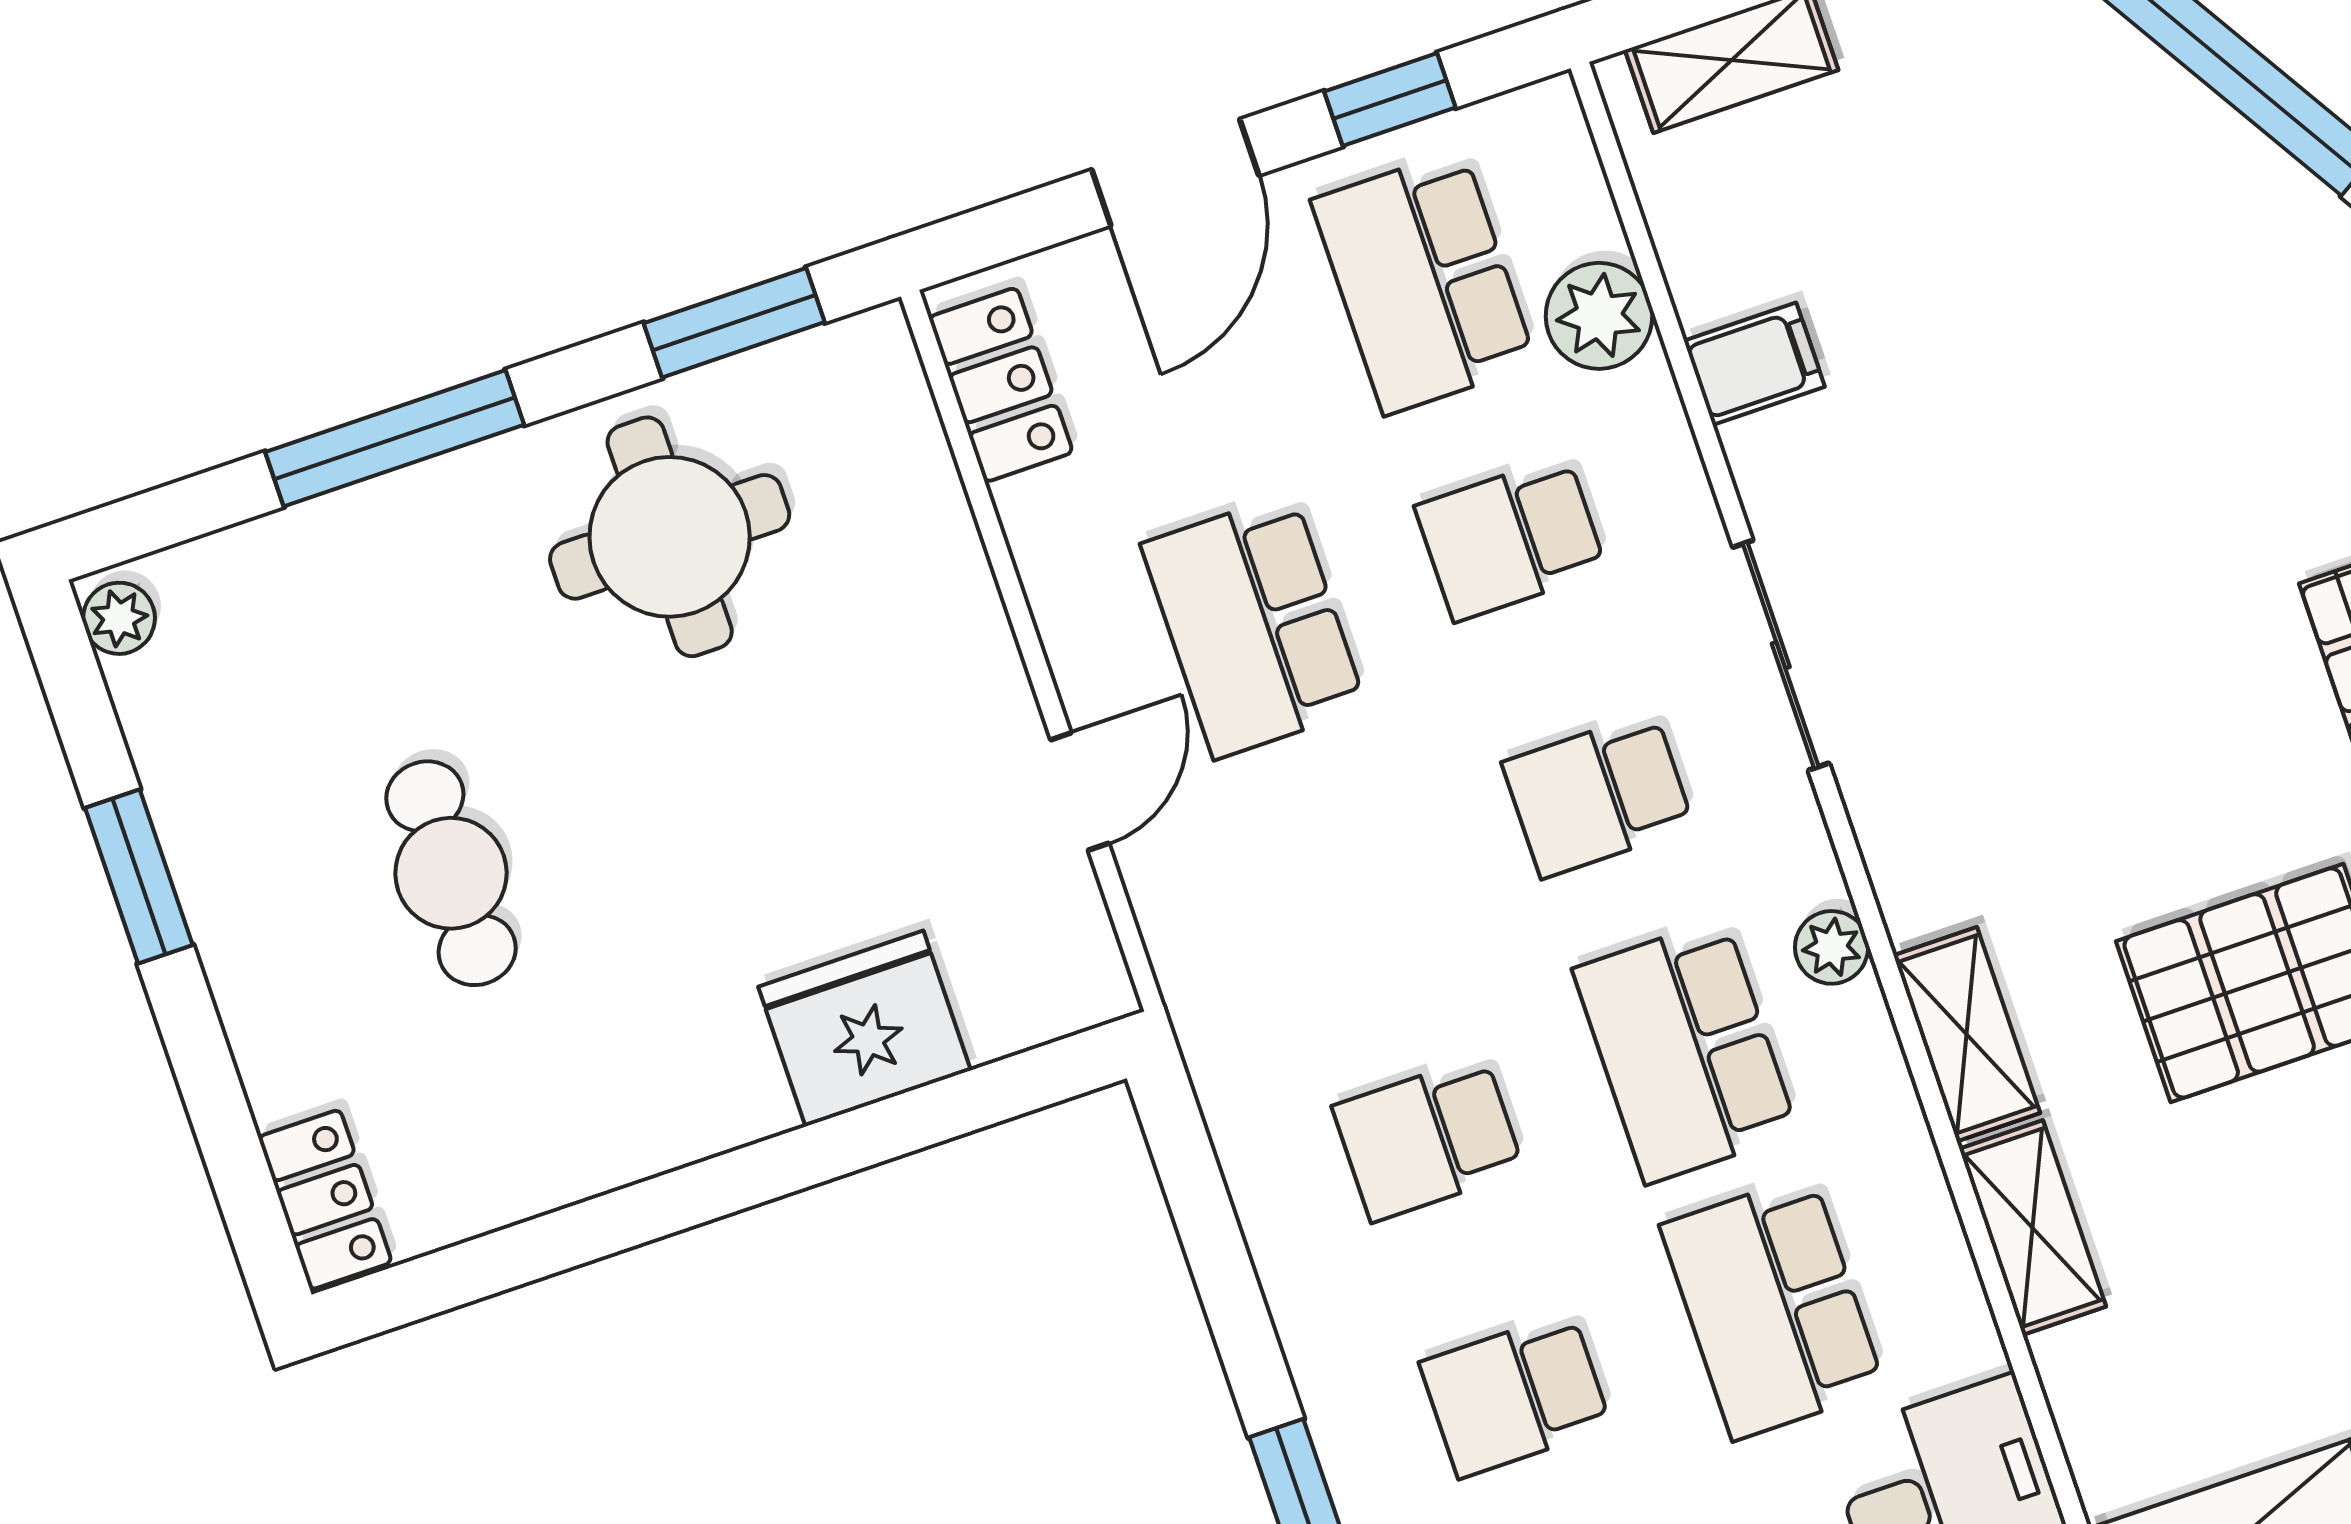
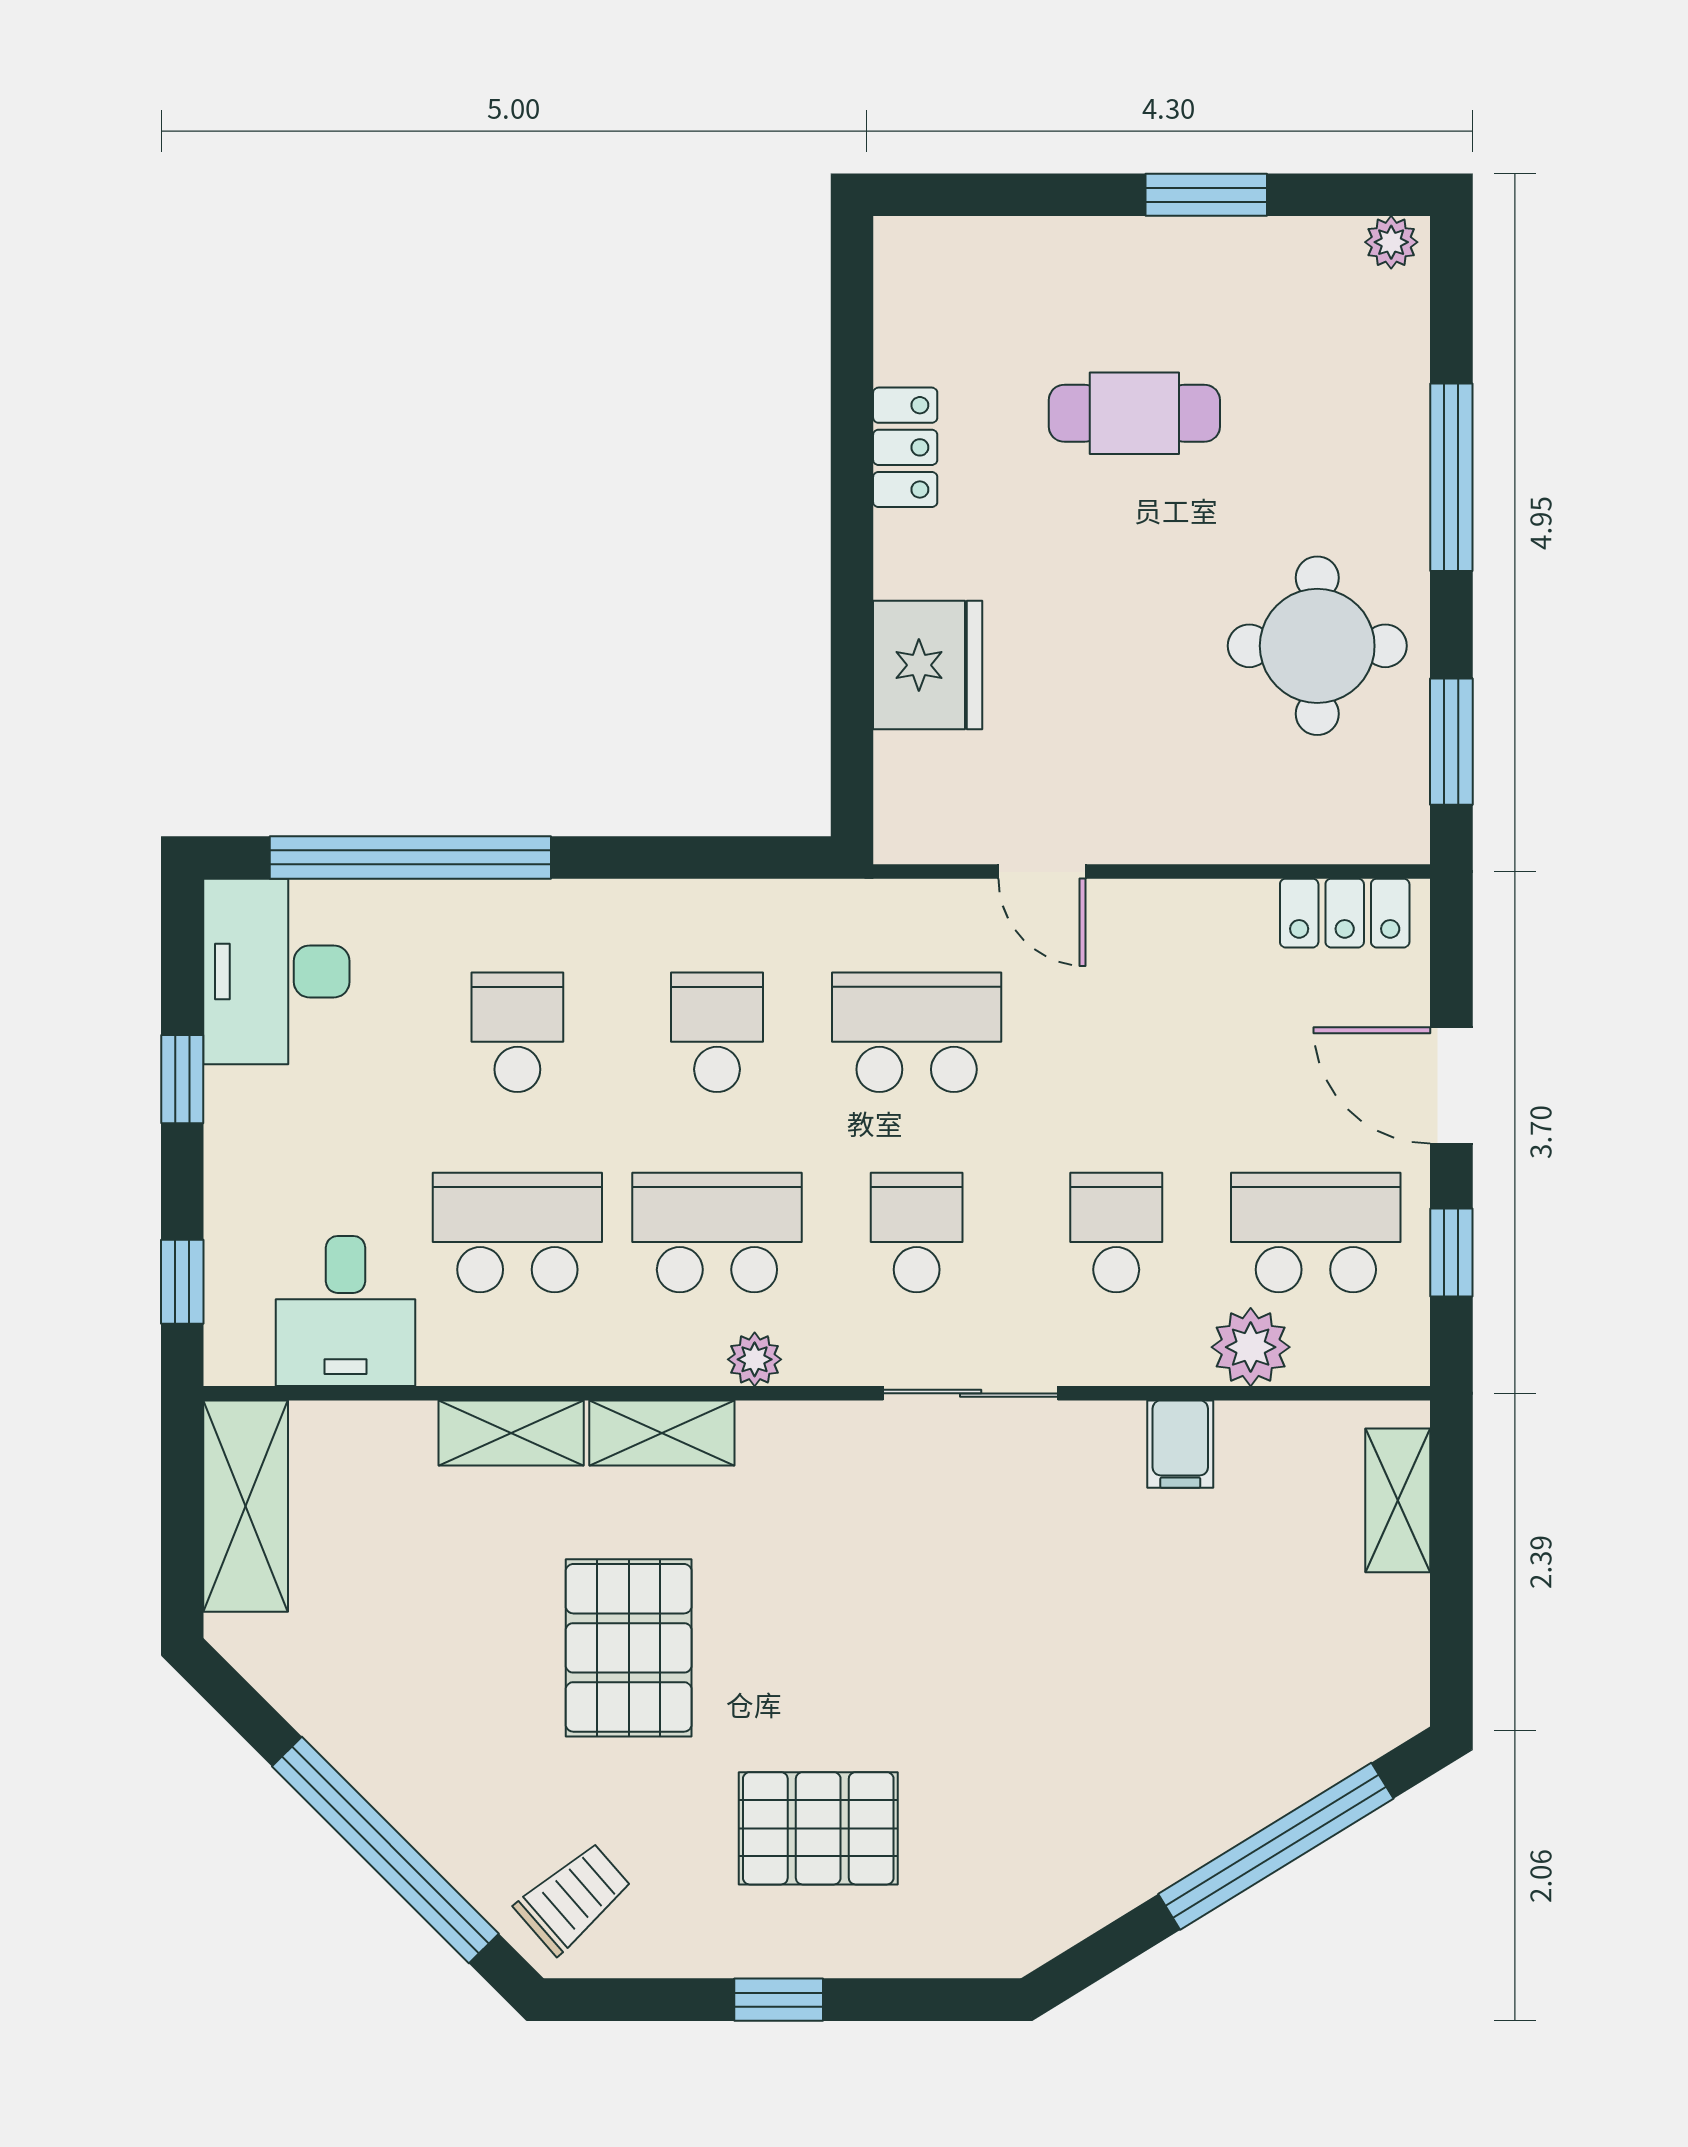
school desk: (1254, 626) -> (917, 1032), moved
locker: (325, 1200) -> (905, 447), moved, turned -90

